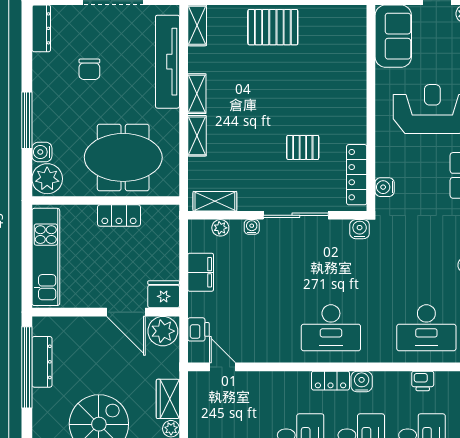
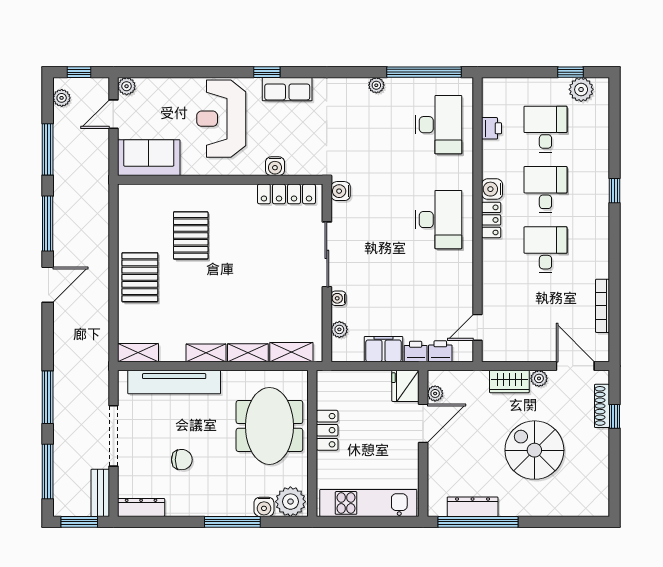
pallet: (303, 147) -> (191, 235), moved, width x1.50, depth x1.42
water cooler: (385, 187) -> (275, 166), moved
shelving: (215, 201) -> (291, 352), moved, turned 90
printer: (198, 305) -> (416, 351), added
plant: (163, 331) -> (435, 393), width x0.53, depth x0.53

